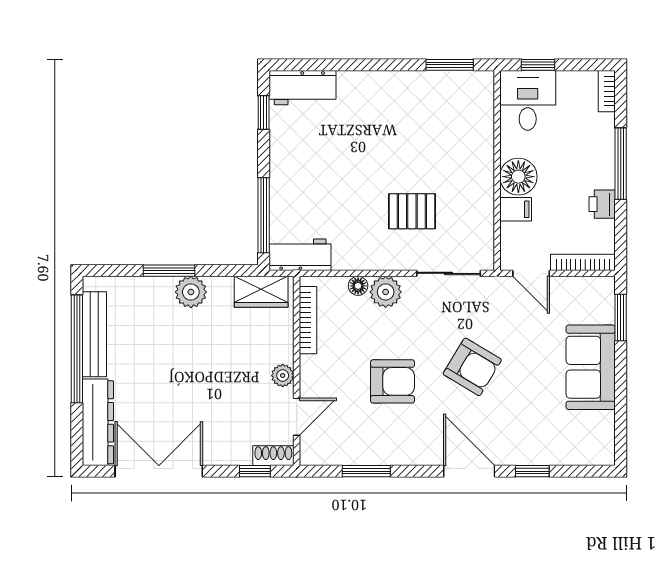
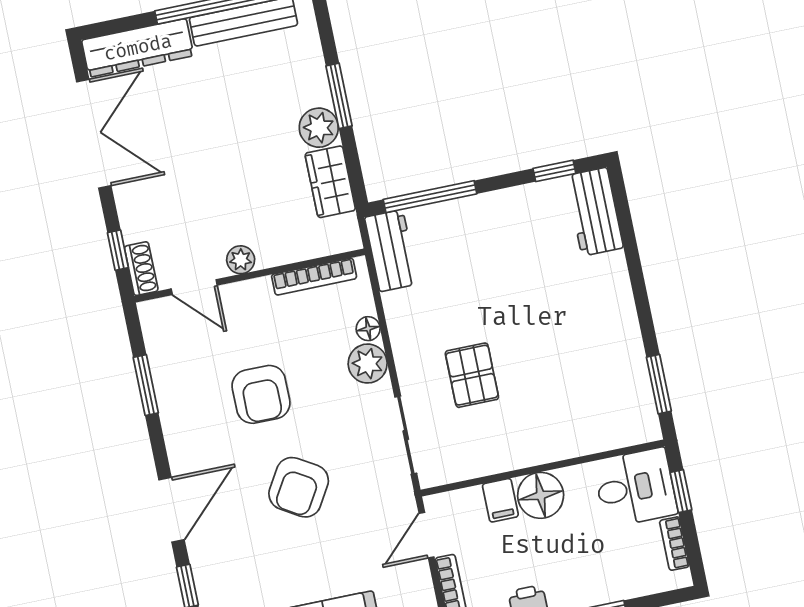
bookcase: (607, 91) -> (674, 544), moved, turned -90
wardrobe: (261, 292) -> (330, 182), moved

